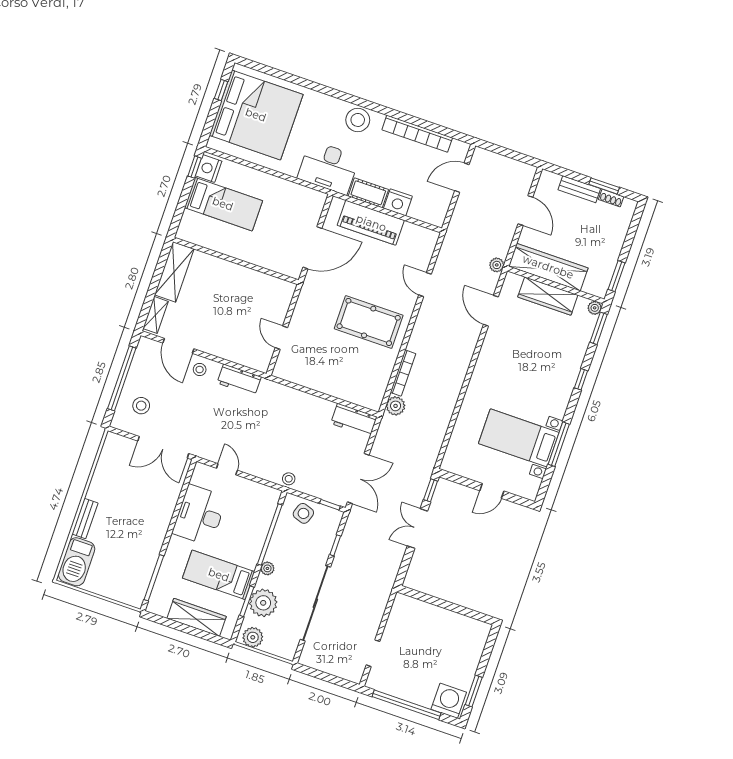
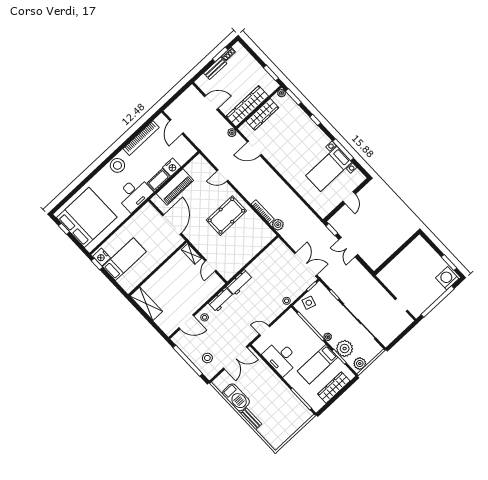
shelving: (156, 315) -> (191, 254), moved
door: (281, 338) -> (211, 266), hinge flipped
workbench: (354, 420) -> (239, 283), moved
barbecue: (77, 562) -> (236, 397), moved

